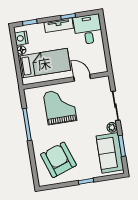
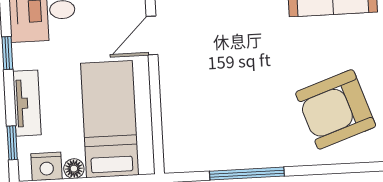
tv unit: (59, 25) -> (27, 103), moved
grand piano: (60, 107) -> (213, 93), removed

